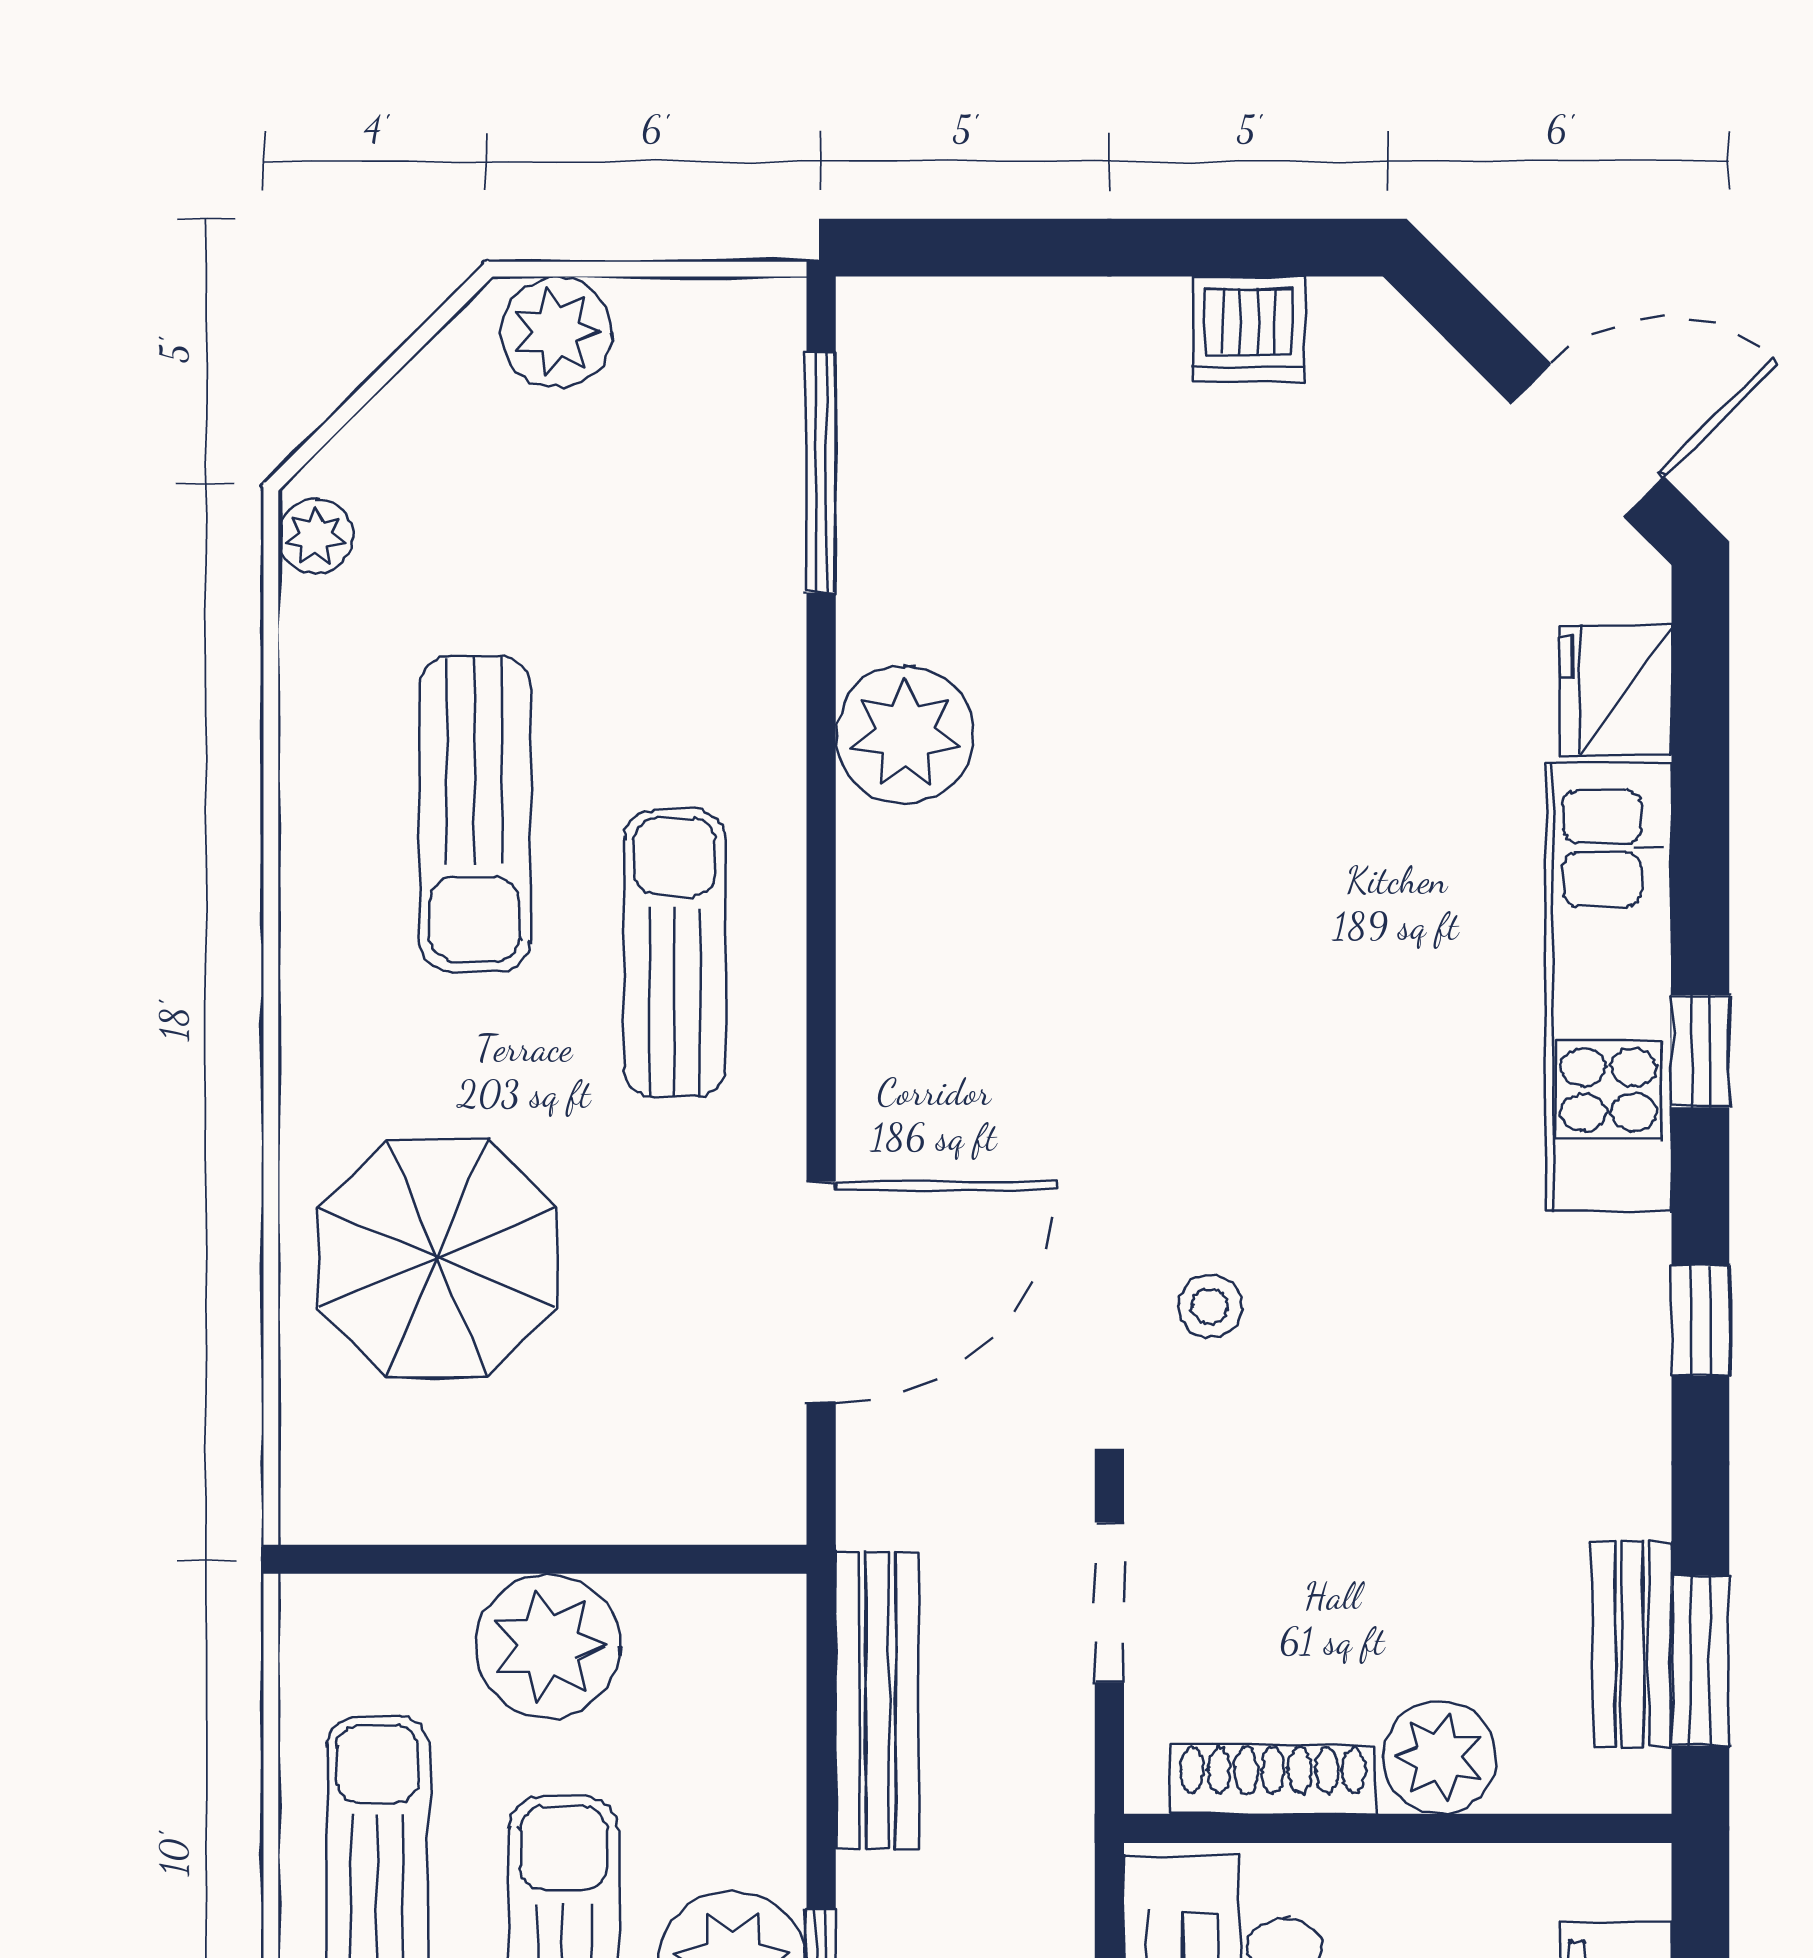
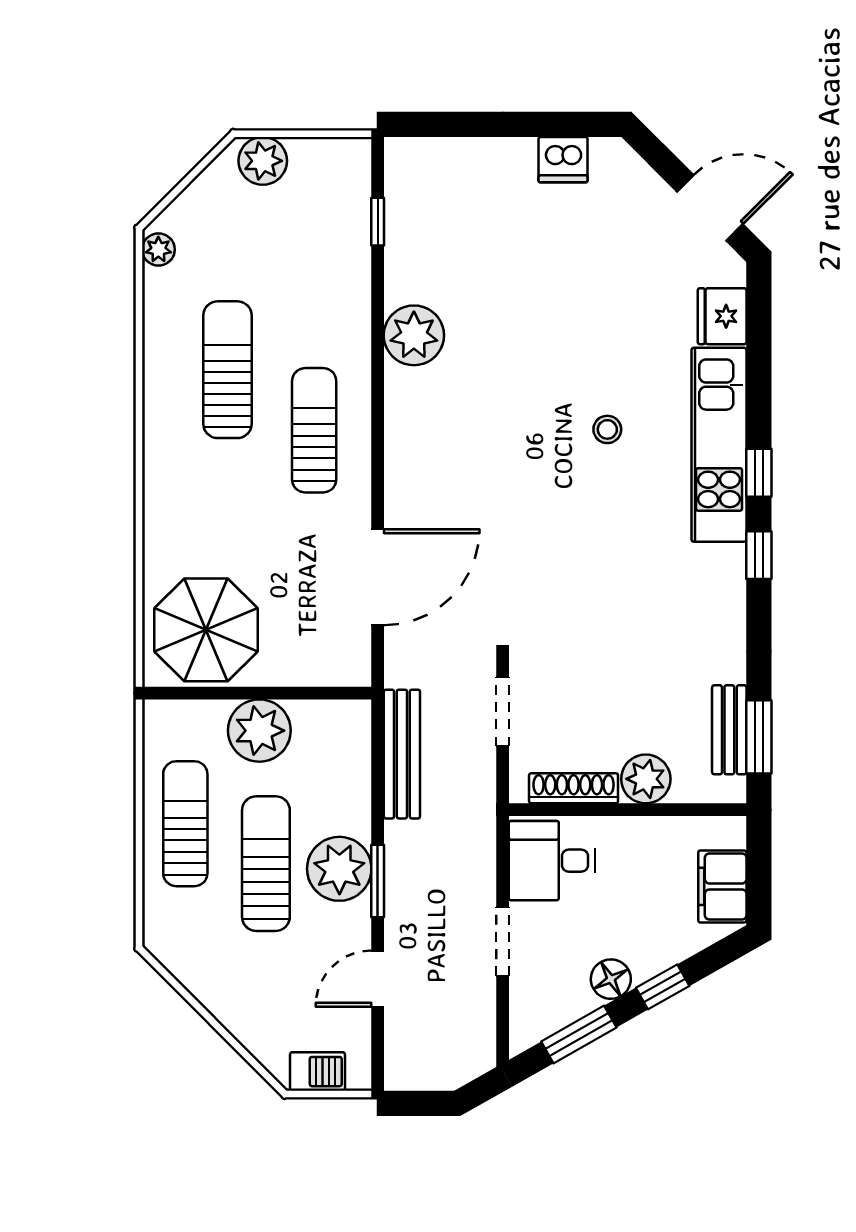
window: (821, 472) -> (378, 222), width x0.46
sun lounger: (475, 814) -> (228, 370), turned 180
parasol: (437, 1258) -> (206, 630), moved
stool: (1210, 1306) -> (607, 429), moved
window: (1700, 1321) -> (759, 555), moved

